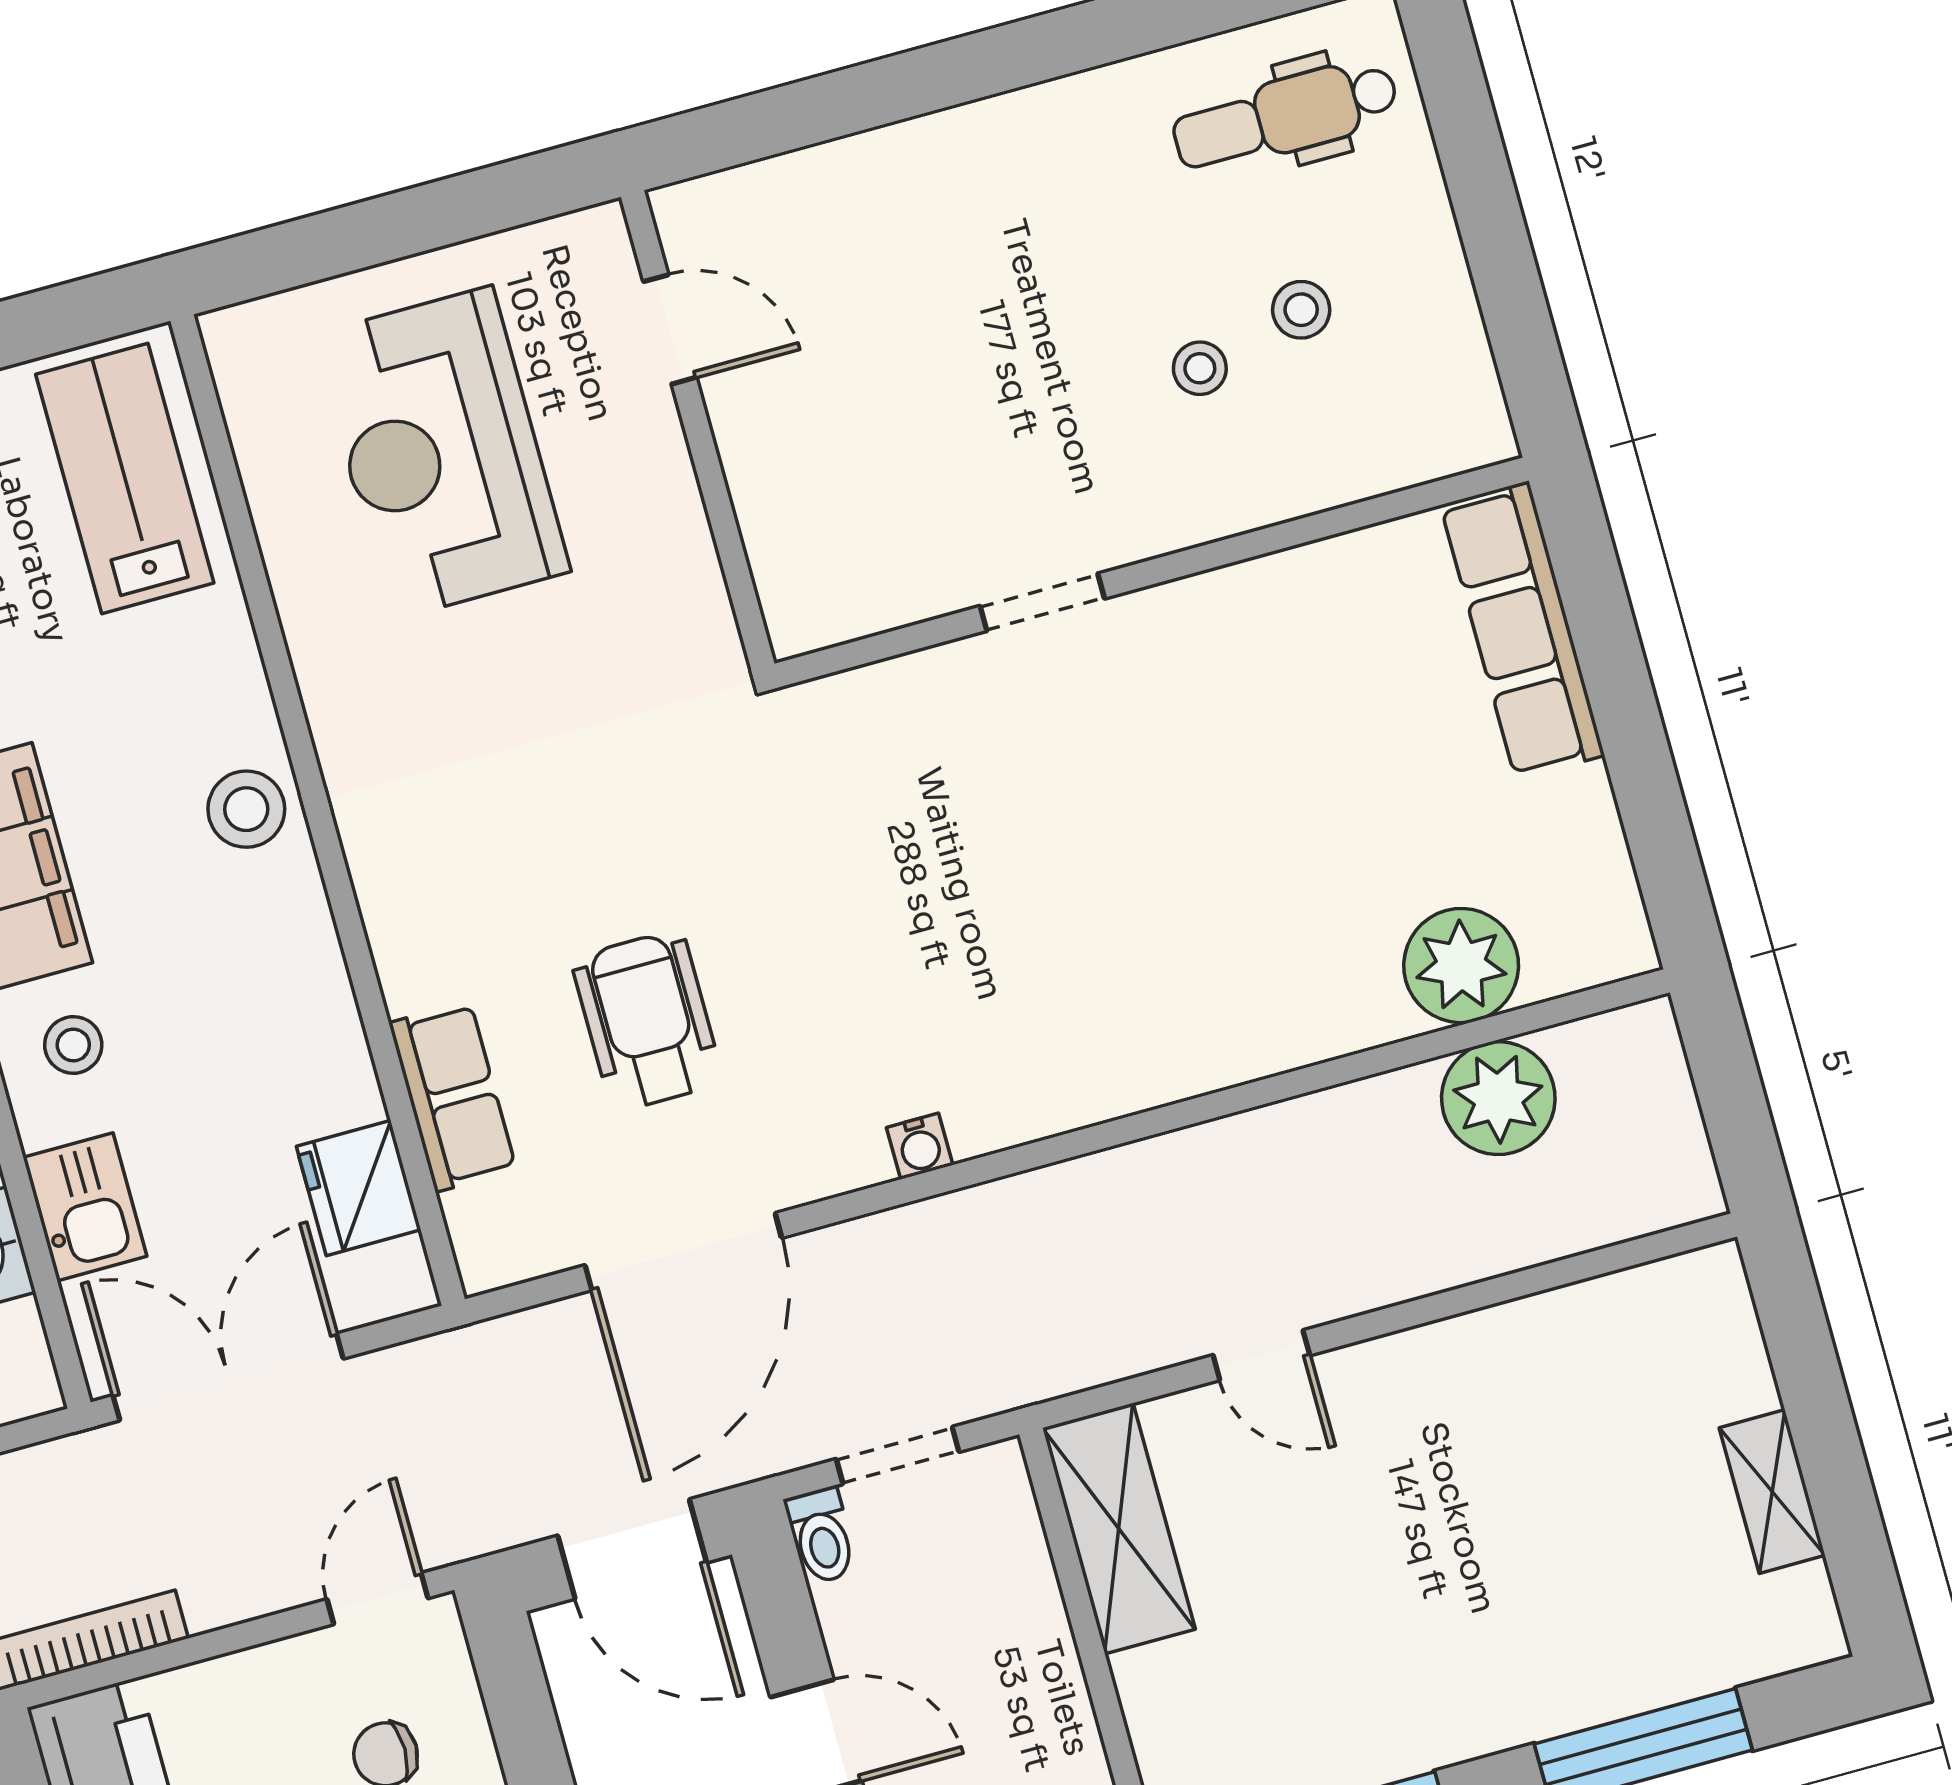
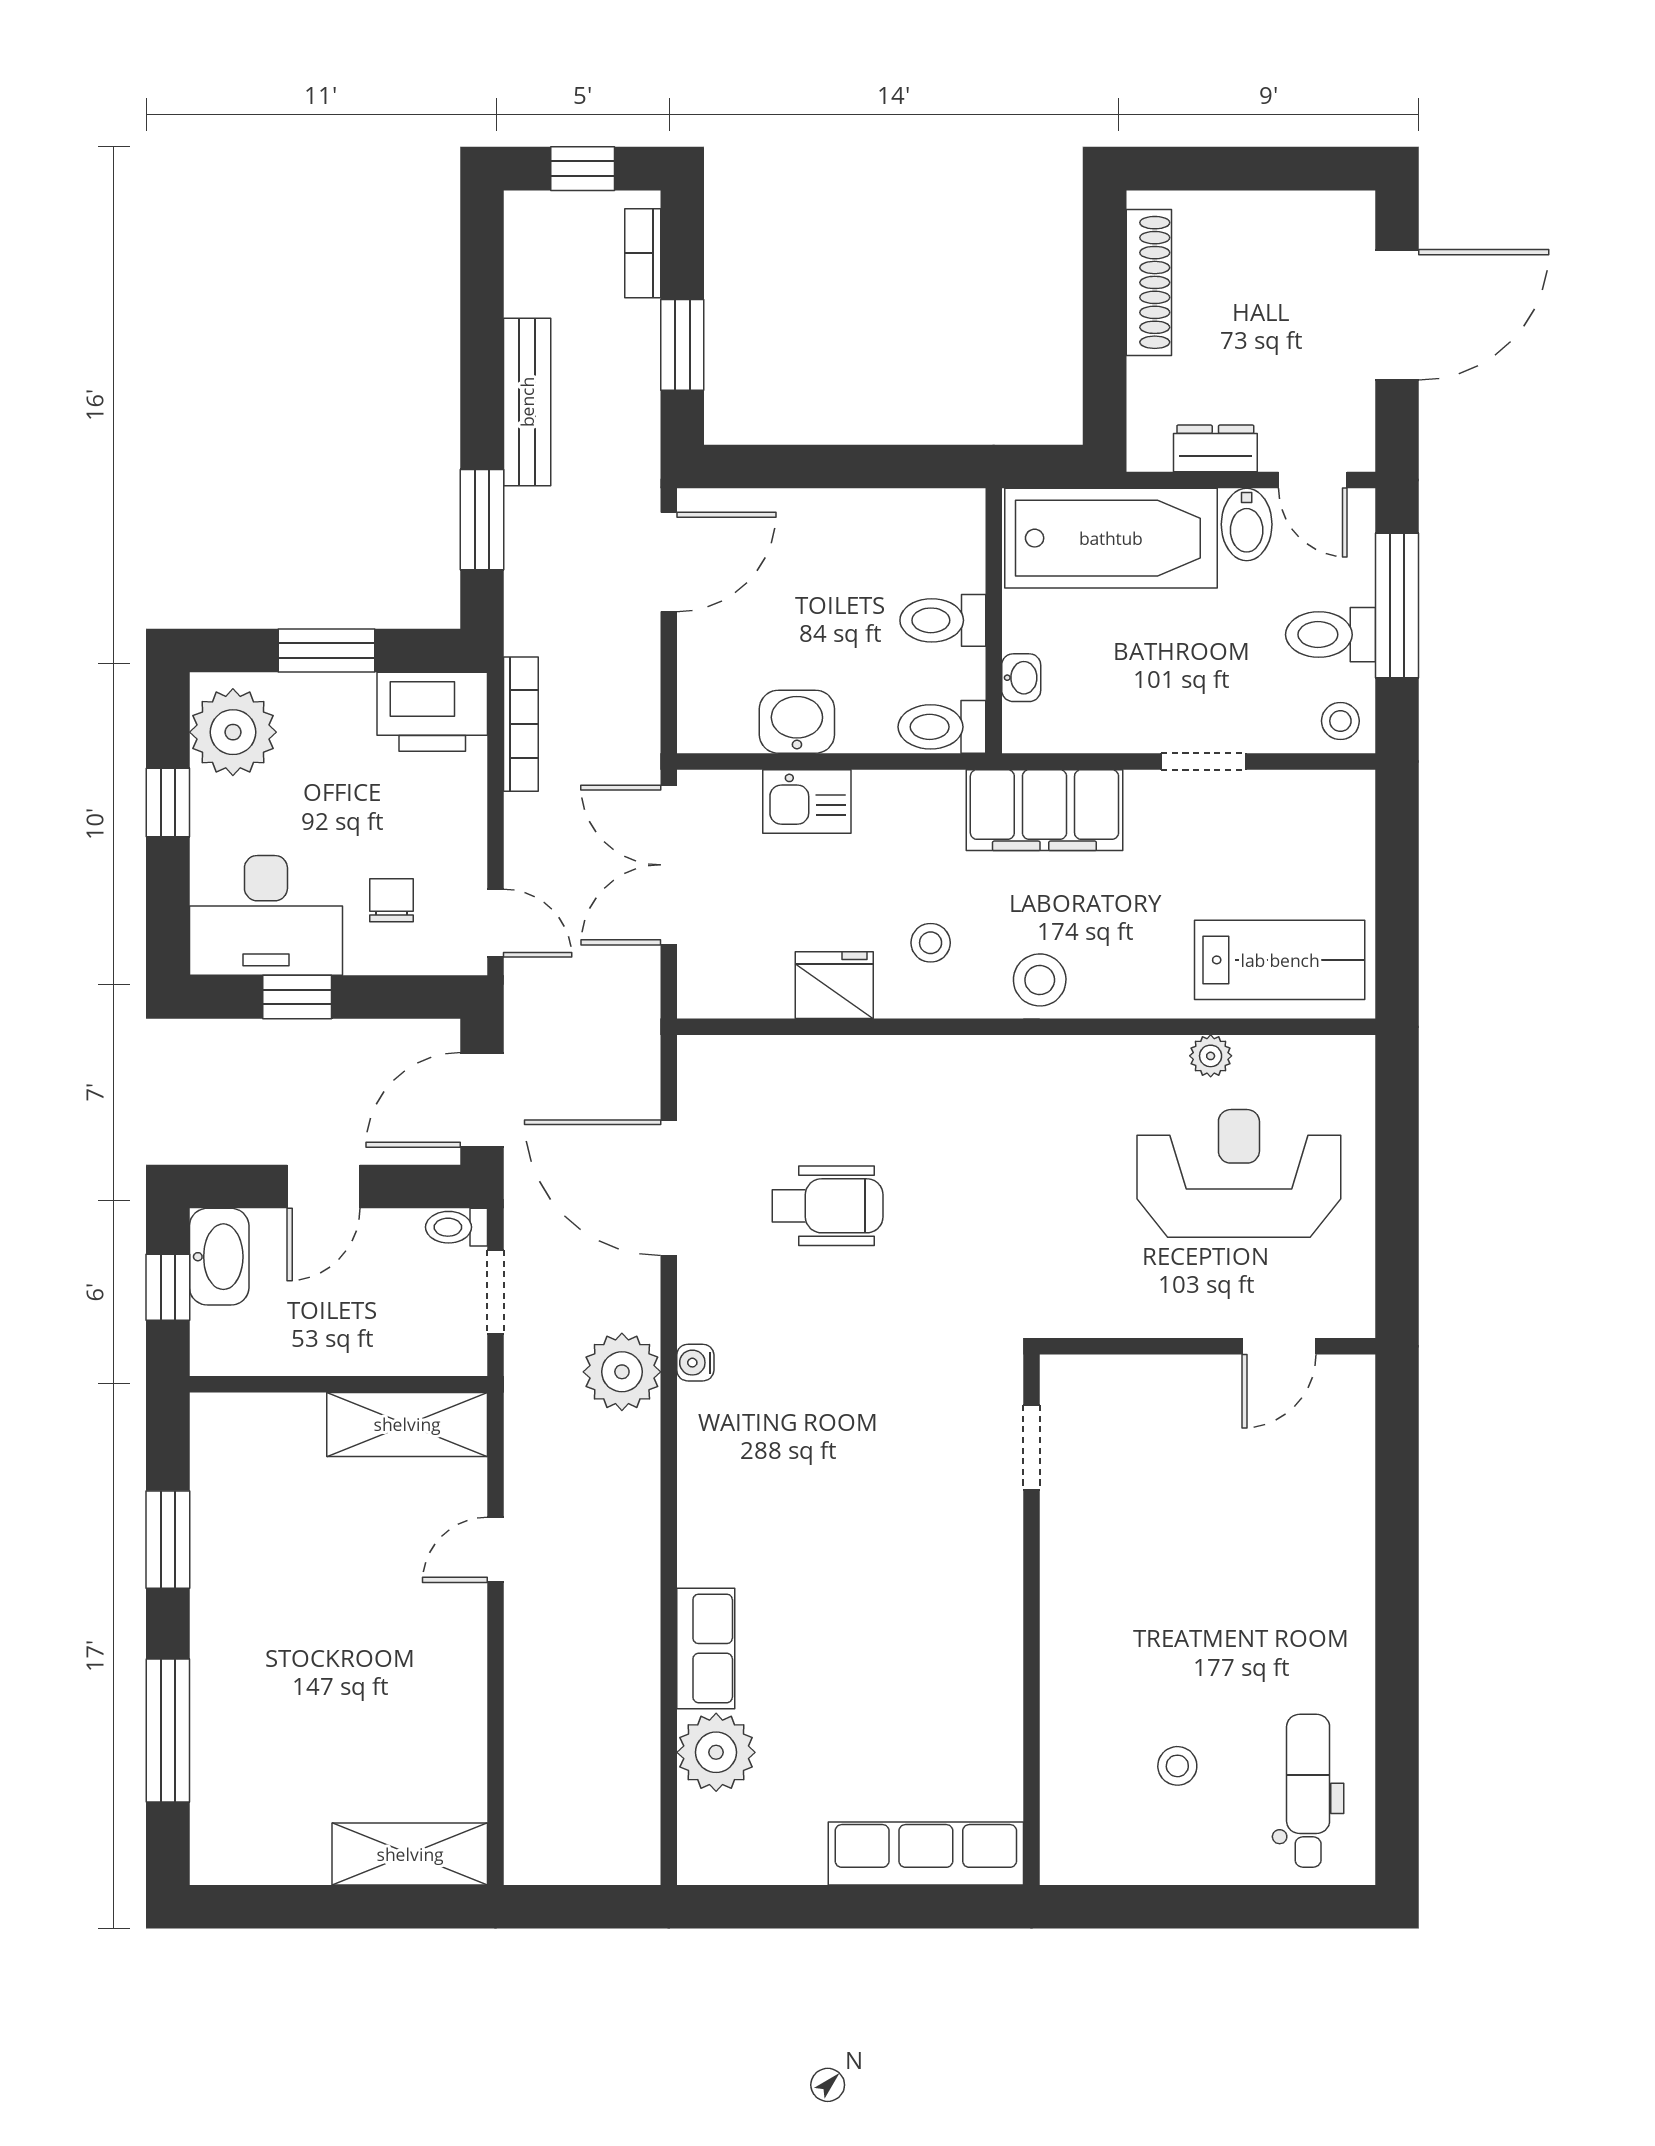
stool: (1200, 368) -> (1157, 1688), removed
plant: (287, 539) -> (1211, 1056), added
doorway: (1042, 602) -> (1032, 1447), moved
stool: (73, 1045) -> (931, 943), moved
row of seats: (453, 1096) -> (706, 1648), moved, turned -90
plant: (1498, 1098) -> (622, 1372), moved
fridge: (359, 1188) -> (834, 985), moved
double door: (228, 1377) -> (669, 865), swing flipped
shelving: (1772, 1491) -> (410, 1854), moved, width x1.50, depth x1.33

